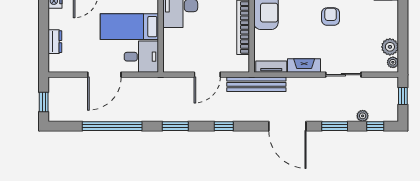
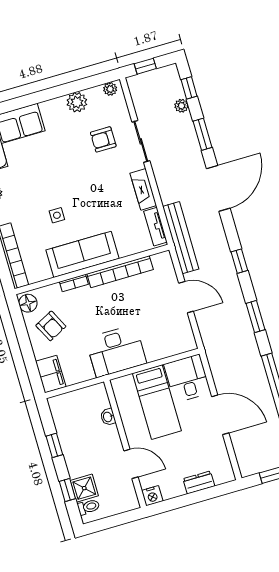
armchair: (331, 17) -> (103, 139), moved
plant: (390, 47) -> (77, 102), moved

